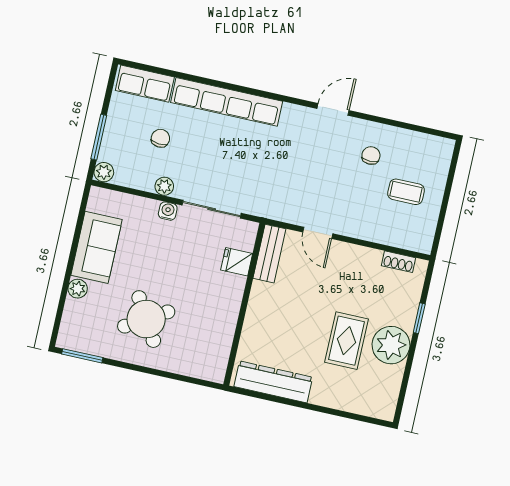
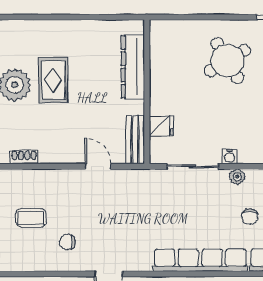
chair: (371, 155) -> (68, 242), turned 90
dresser: (273, 382) -> (133, 67), moved, turned 90

